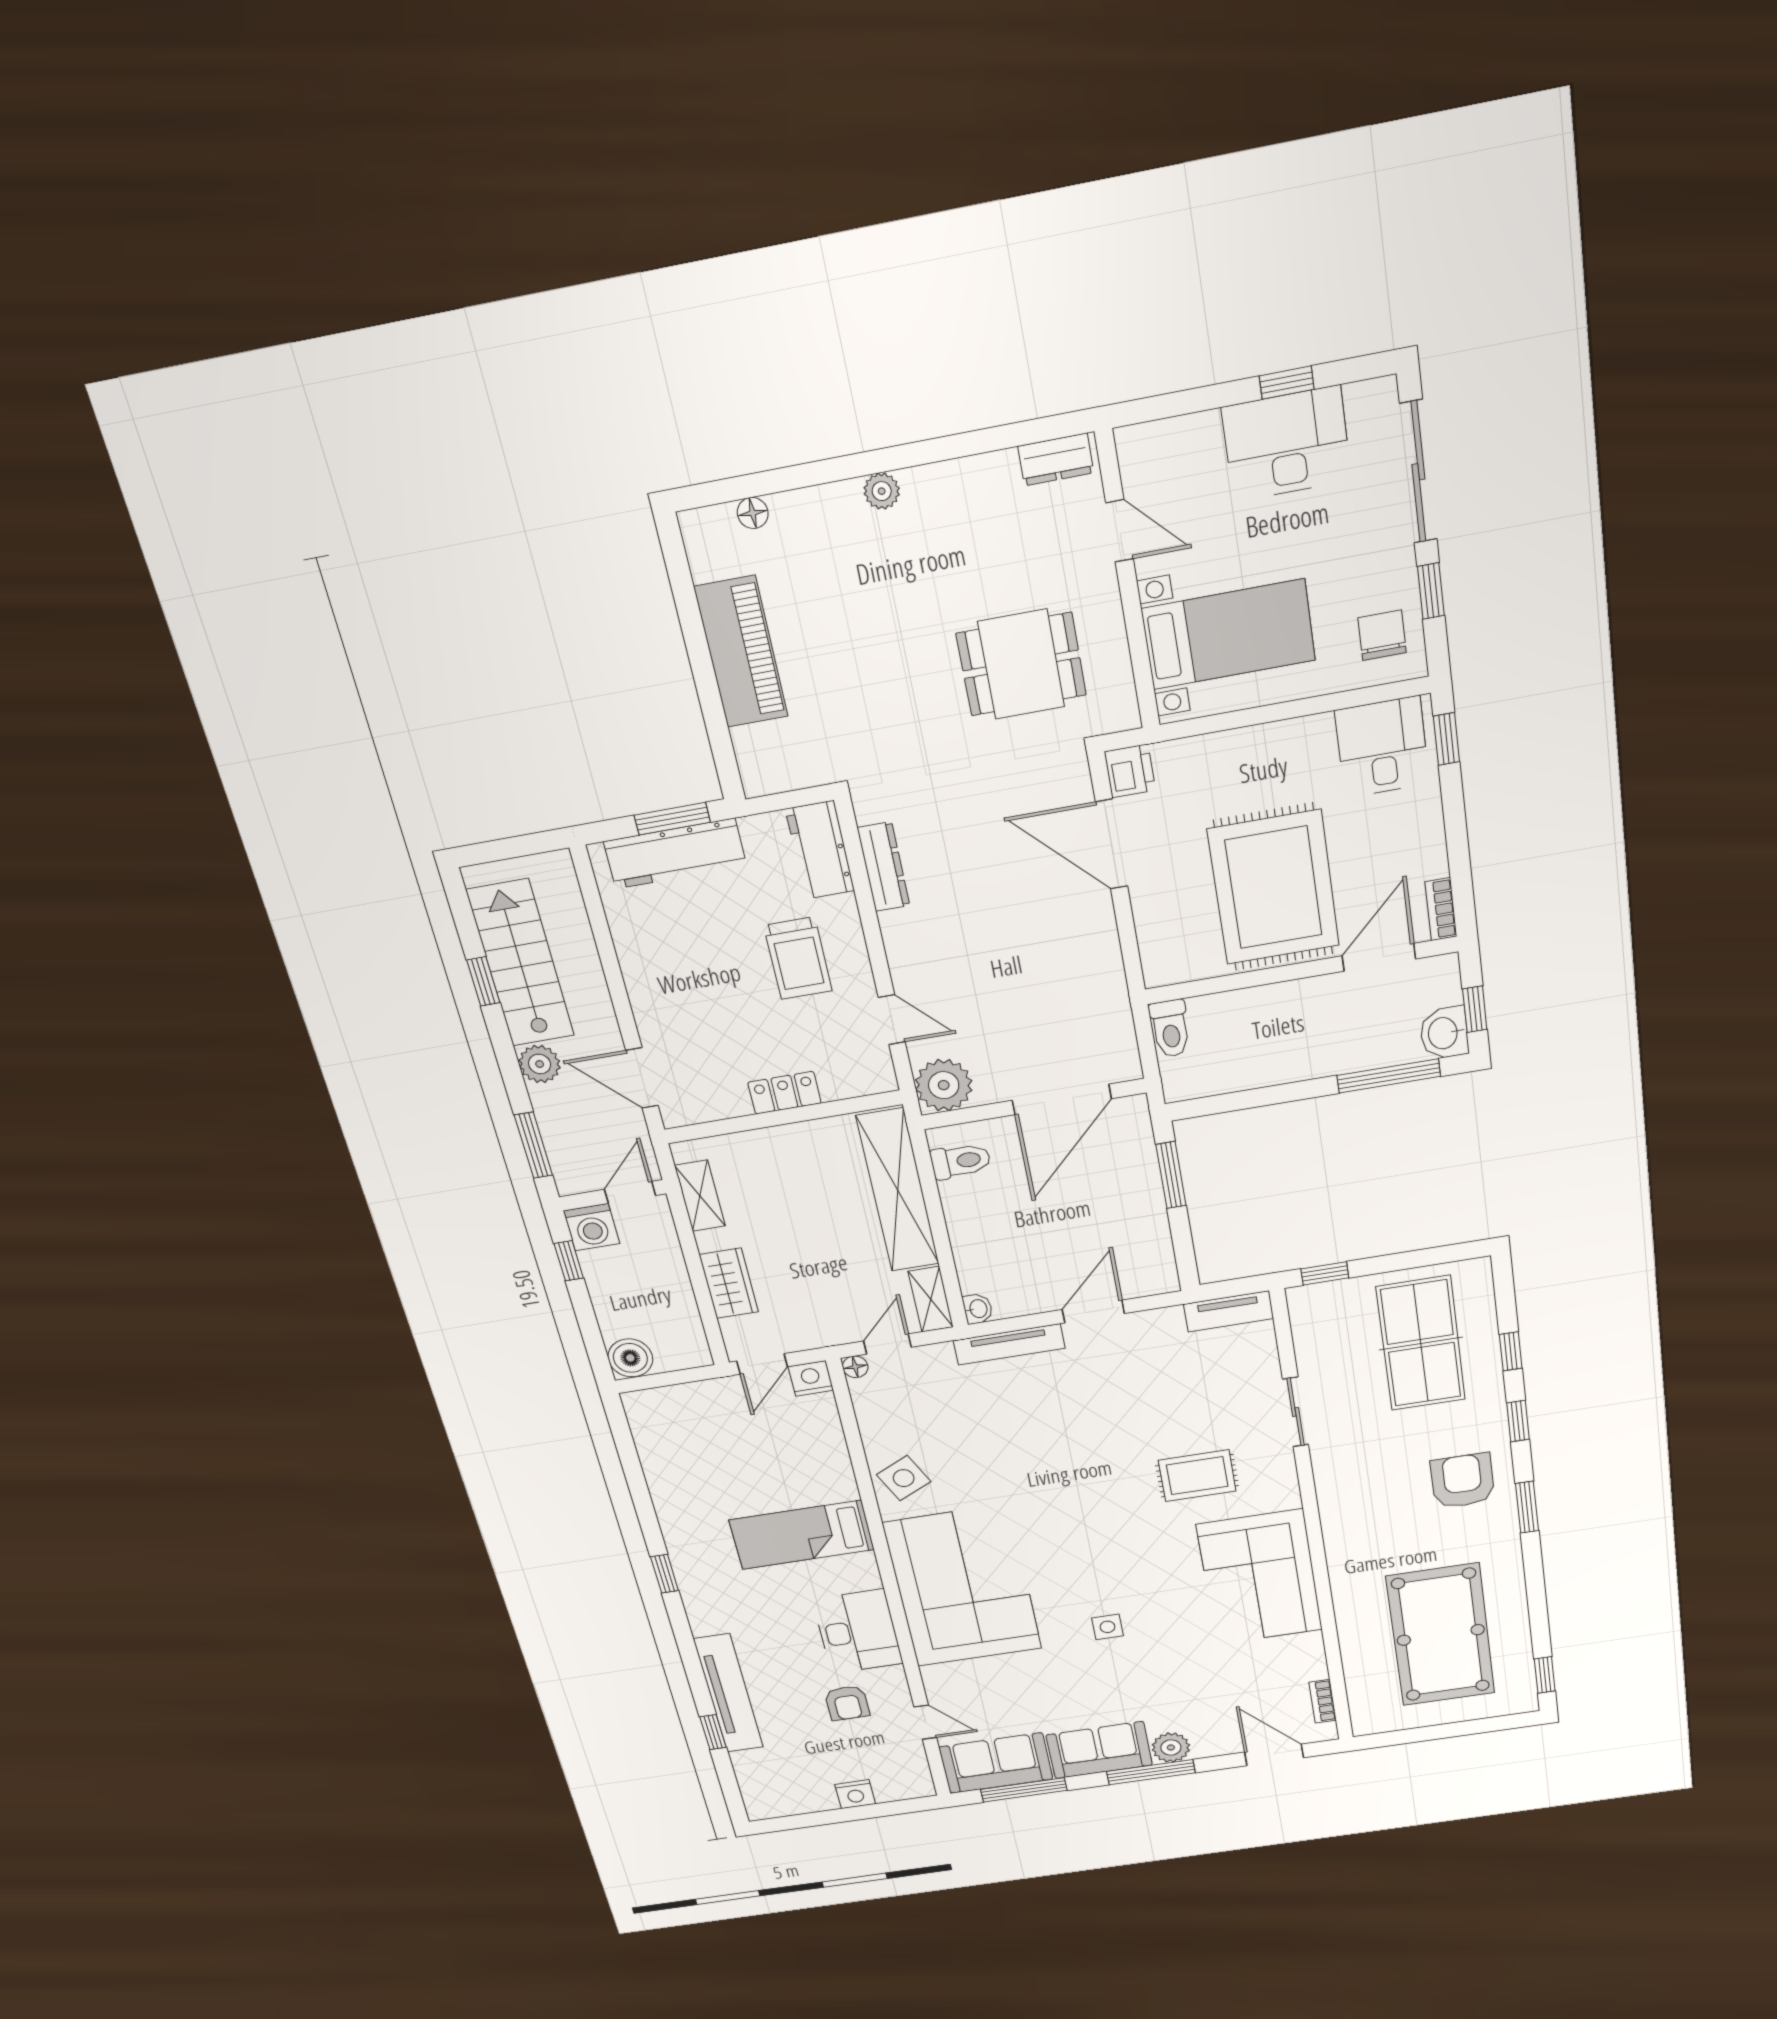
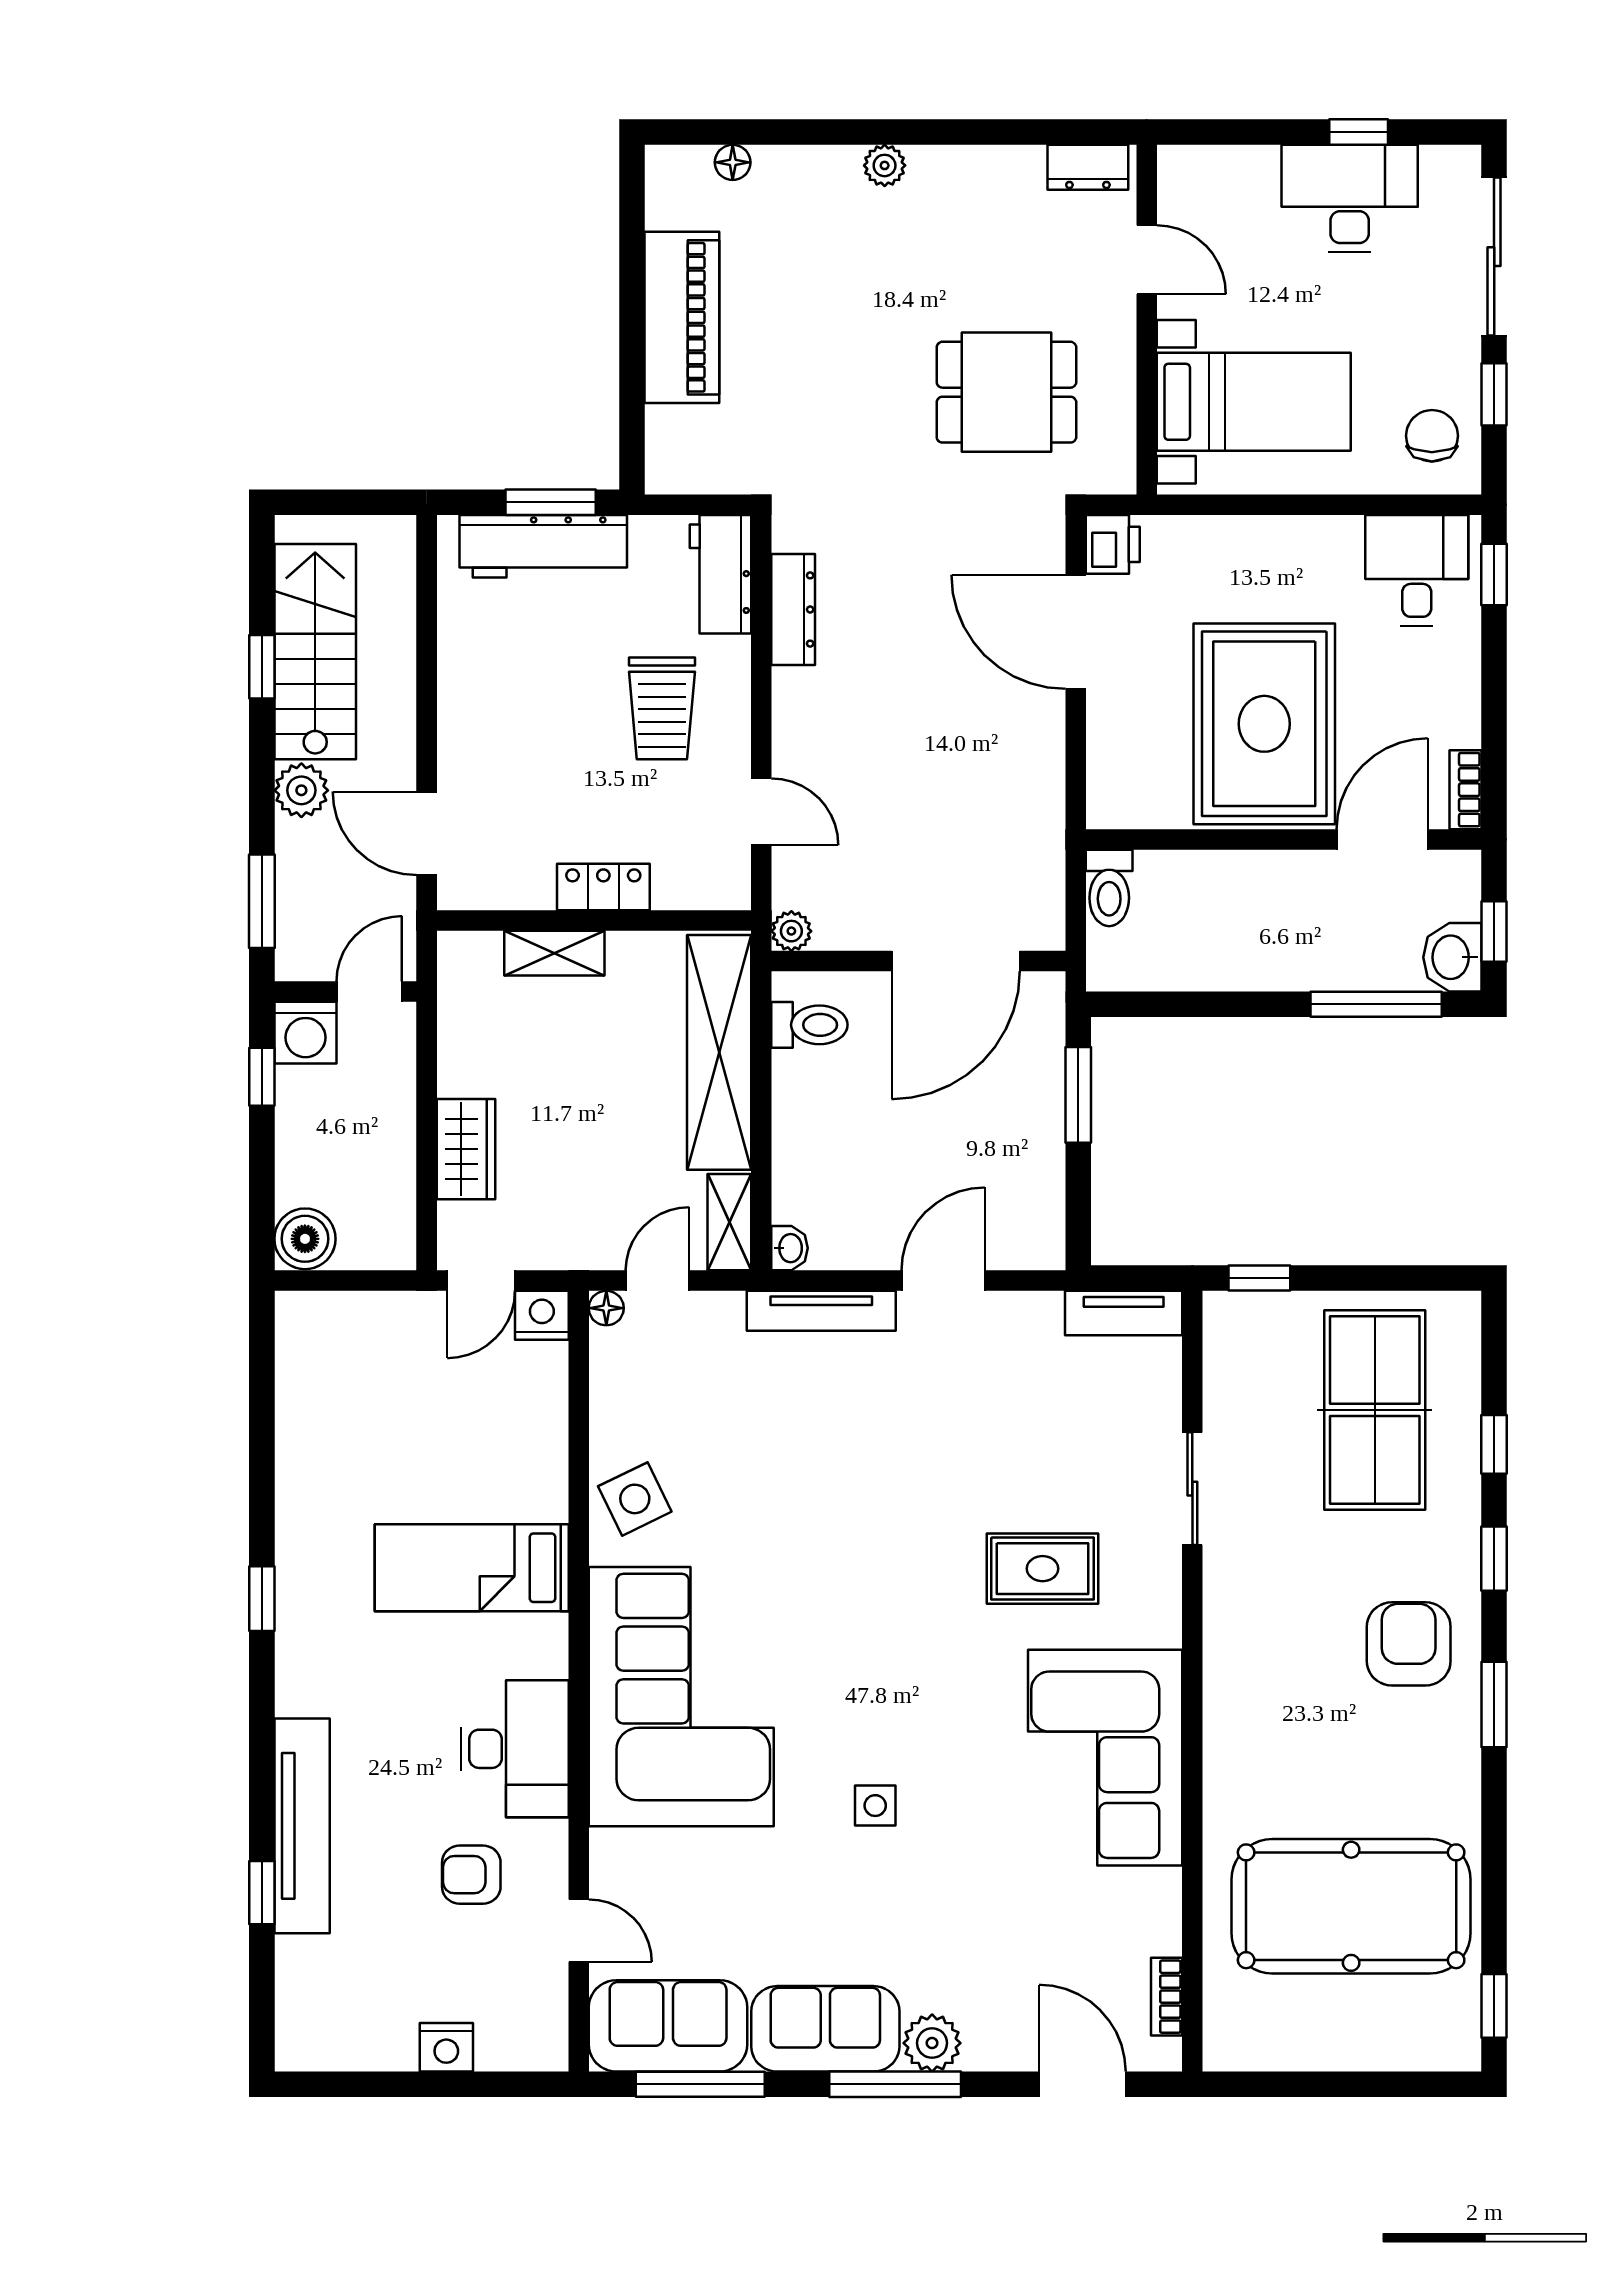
plant: (944, 1085) -> (791, 931), width x0.53, depth x0.53
shelving: (700, 1196) -> (554, 953), moved, turned 90
pool table: (1441, 1635) -> (1351, 1906), turned 90
armchair: (847, 1703) -> (471, 1875), turned 90

